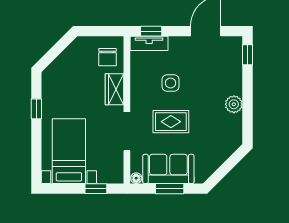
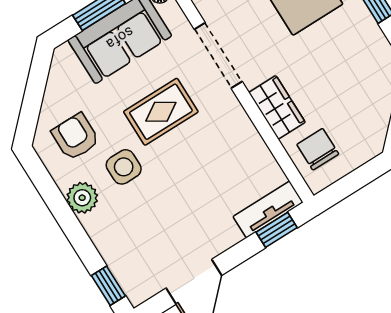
side table: (171, 83) -> (124, 167), moved
armchair: (219, 135) -> (75, 137), added

